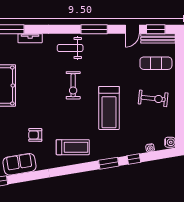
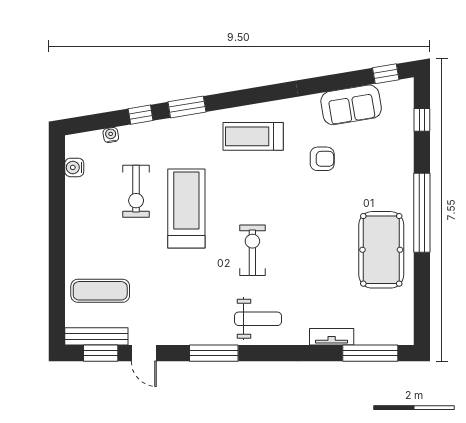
door: (132, 29) -> (144, 353), swing flipped
exercise bike: (153, 98) -> (136, 191), moved, turned -96
water cooler: (170, 142) -> (74, 167), moved

